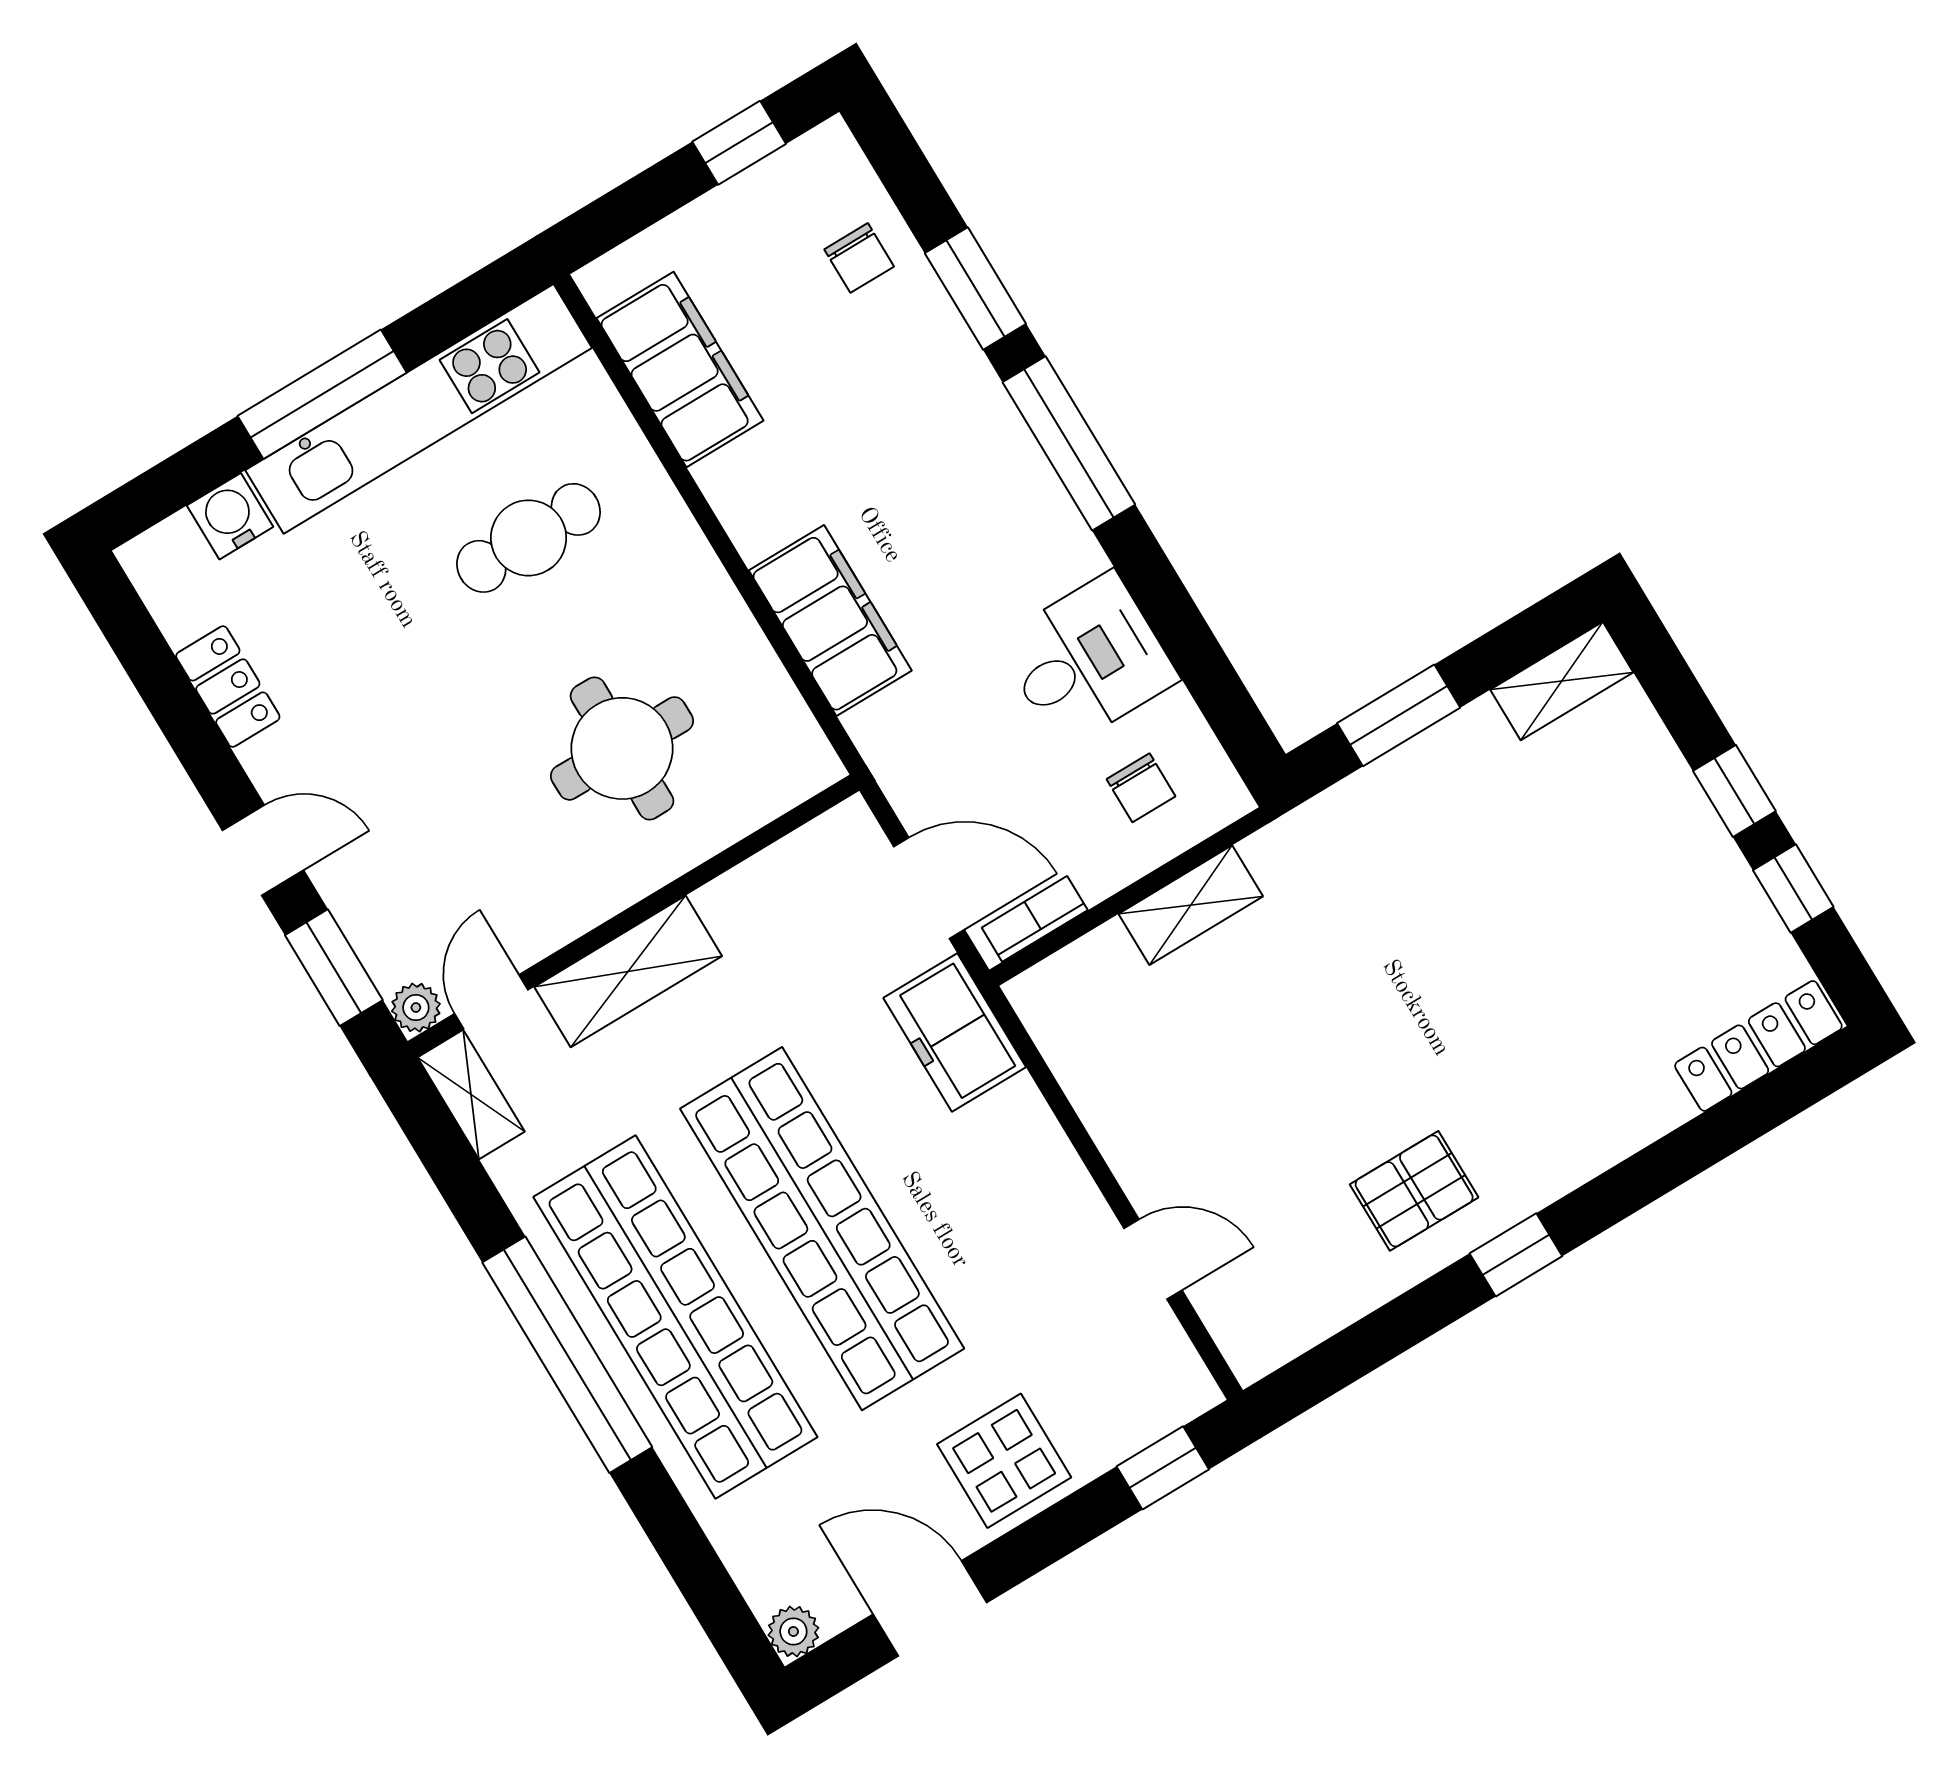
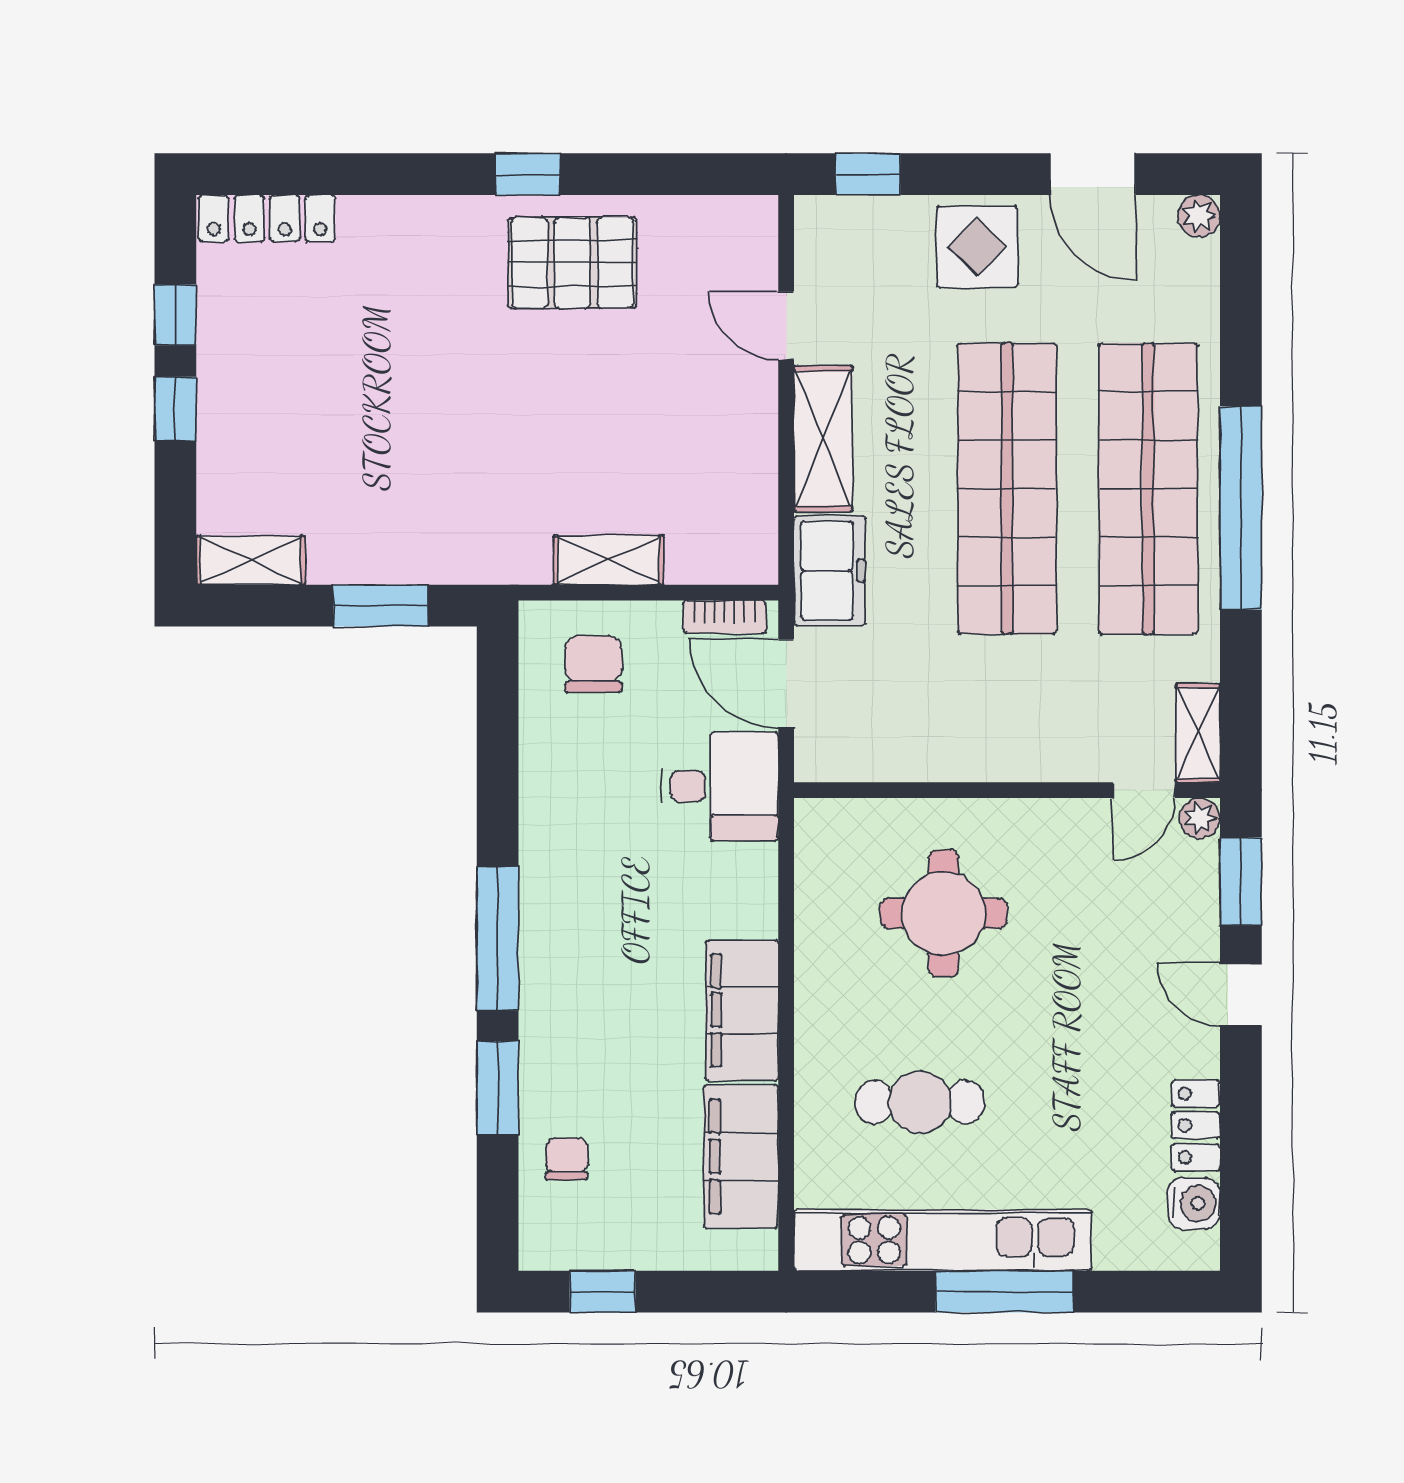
water cooler: (230, 516) -> (1194, 1203), moved, turned -90
filing cabinet: (830, 620) -> (742, 1010), moved
desk: (1087, 660) -> (720, 786), moved, turned 180
chair: (1141, 788) -> (593, 664), width x1.37, depth x1.37
shelving: (628, 971) -> (823, 439), moved, turned 90
pallet: (1414, 1191) -> (572, 263), width x1.50, depth x1.42

